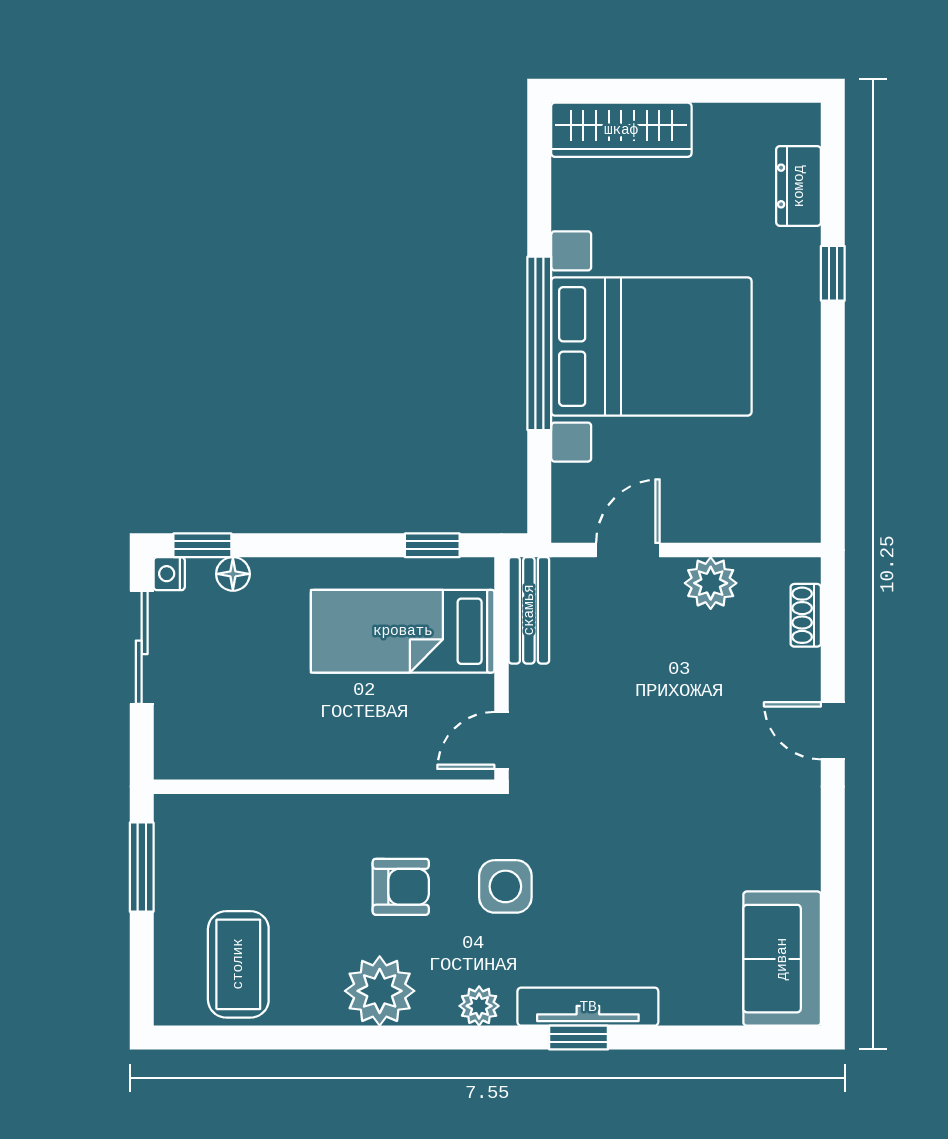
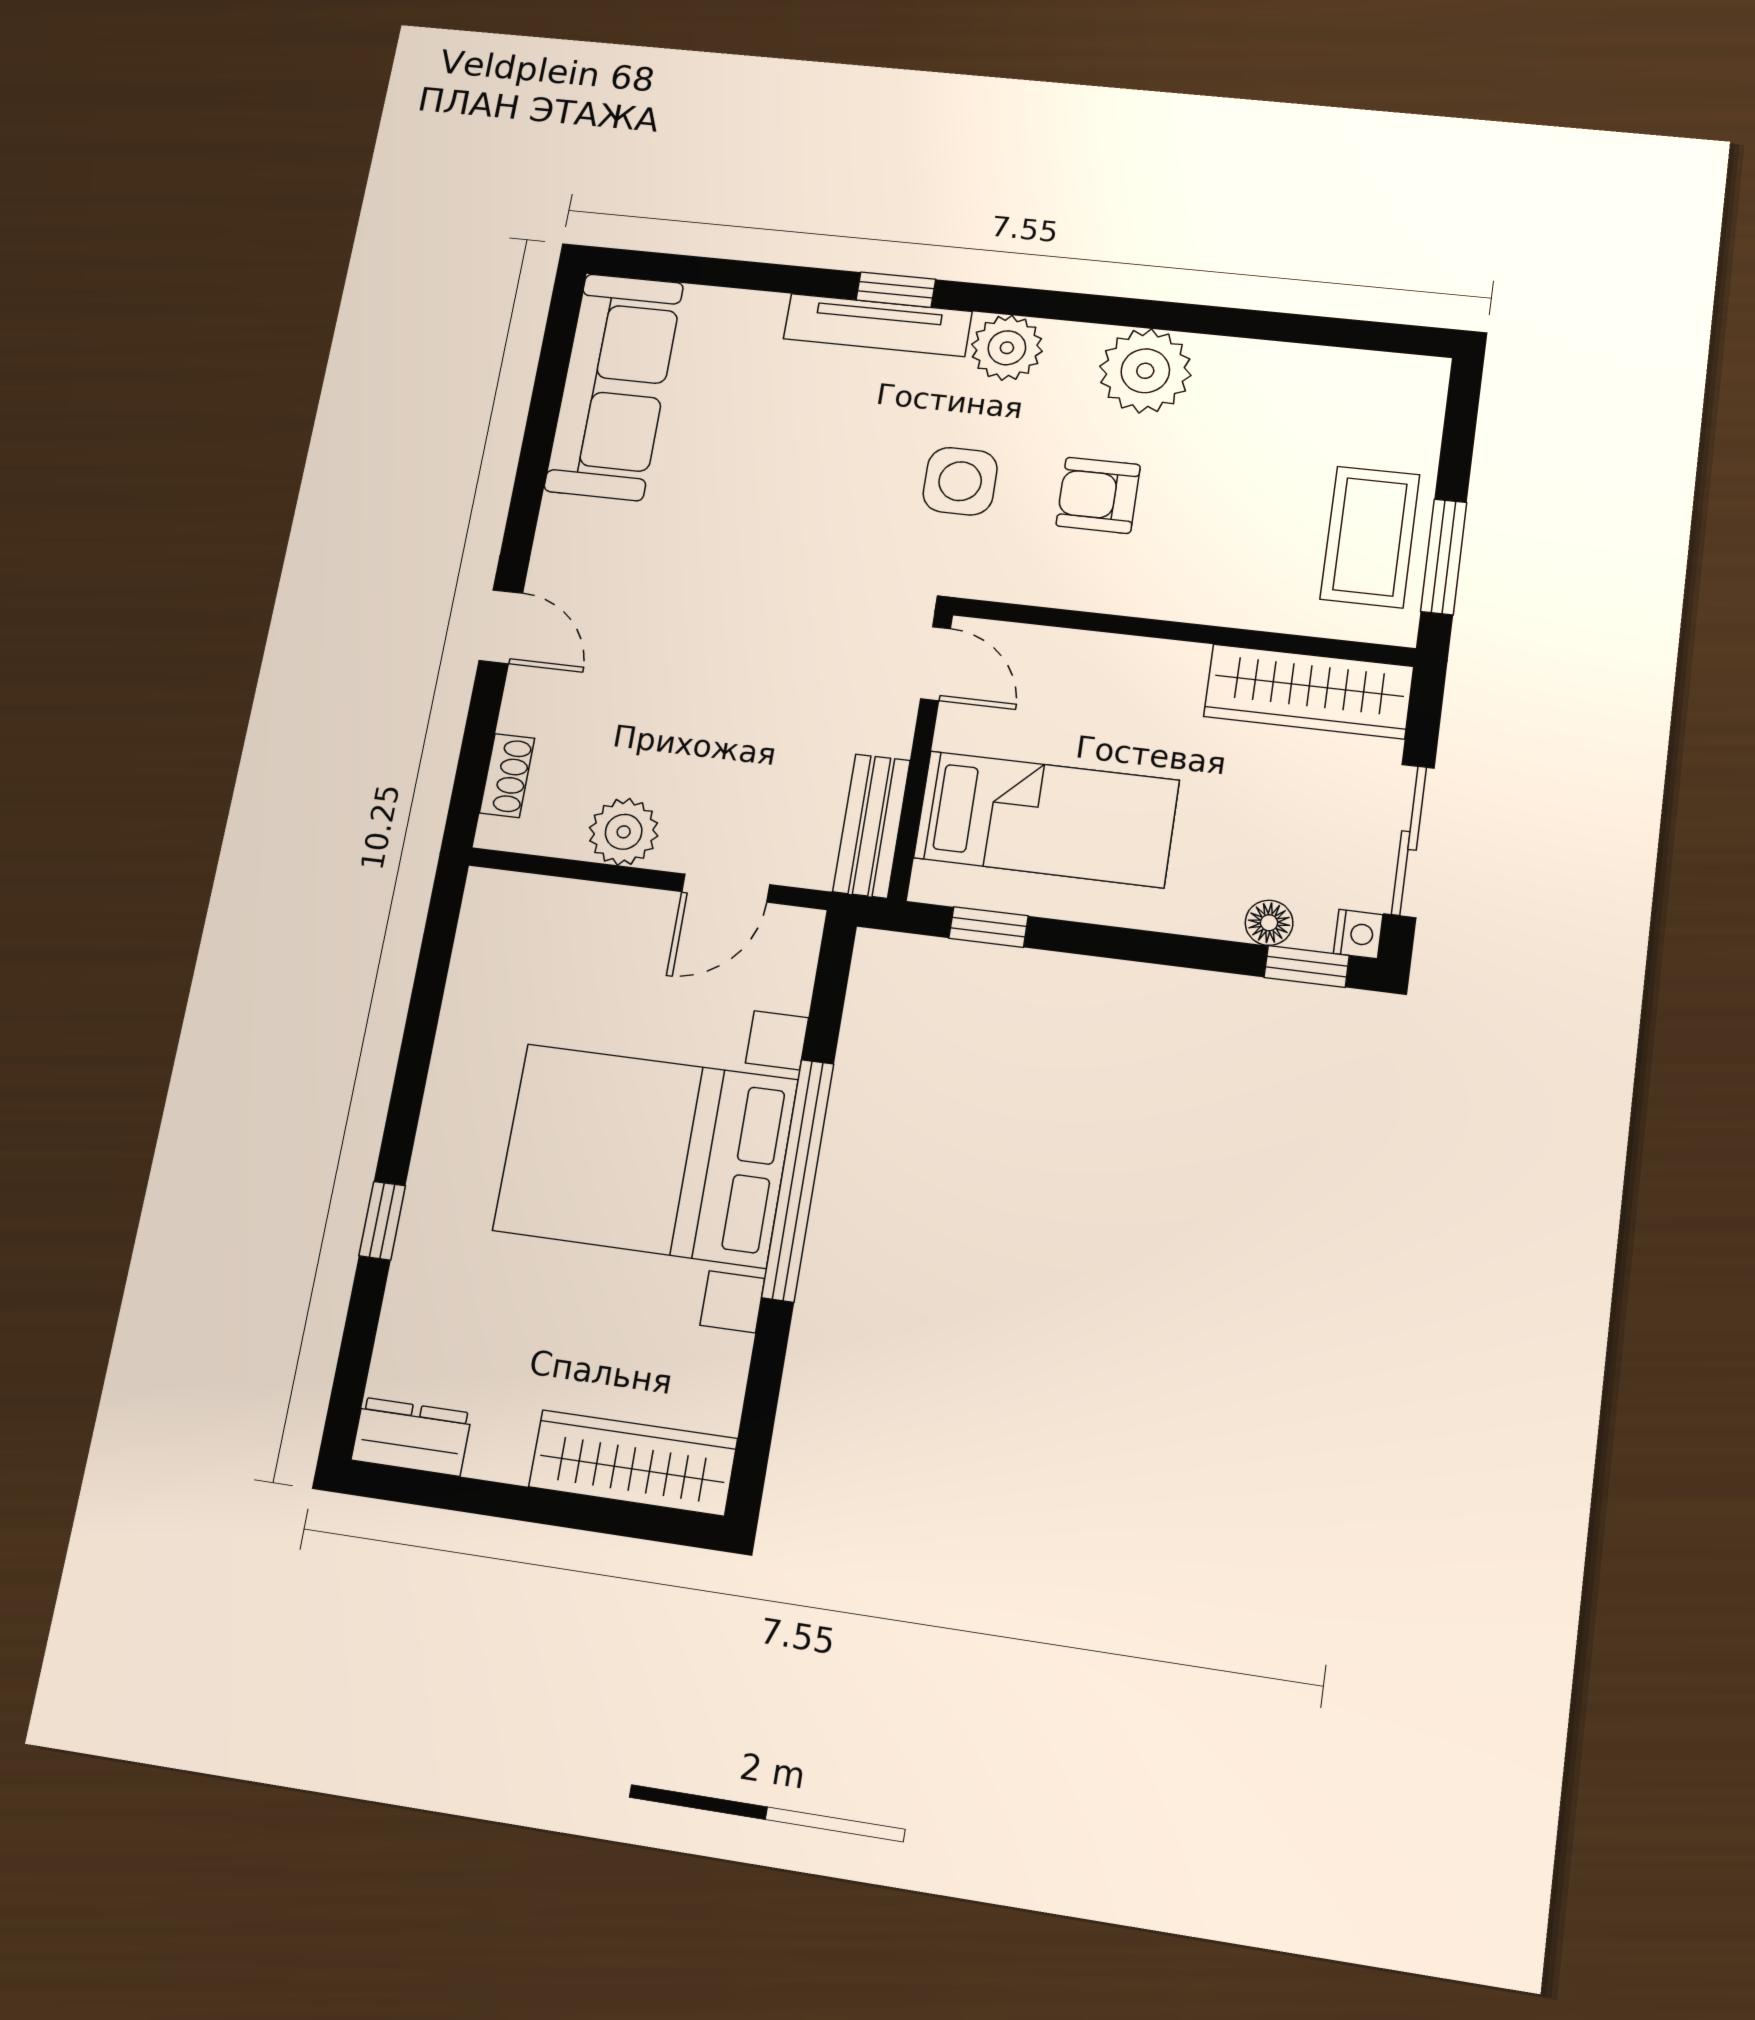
dresser: (799, 186) -> (411, 1437), moved, turned -90
door: (501, 740) -> (936, 664), hinge flipped
wardrobe: (227, 751) -> (1308, 691), added
sofa: (782, 959) -> (614, 386), width x1.36
coffee table: (238, 964) -> (1370, 537), moved
plant: (479, 1006) -> (1007, 348), width x1.38, depth x1.38

